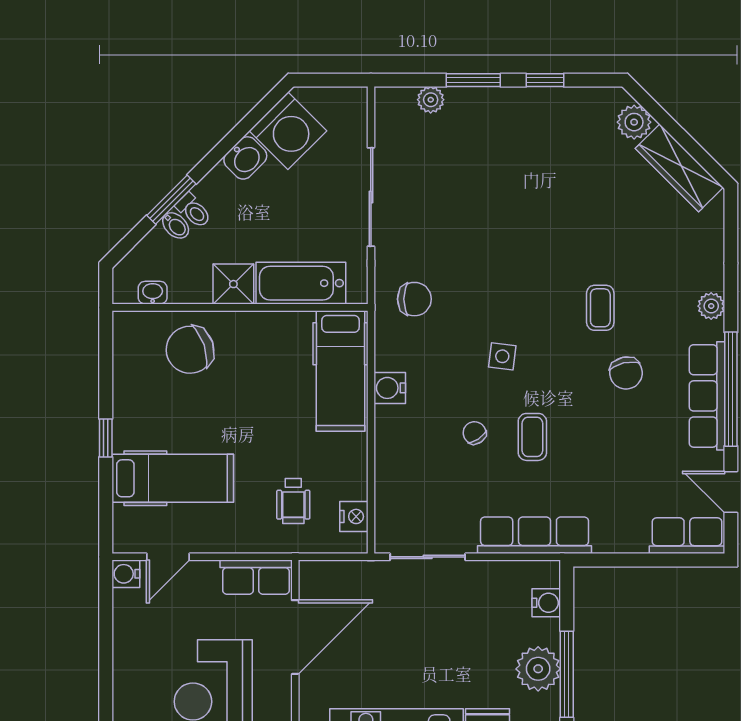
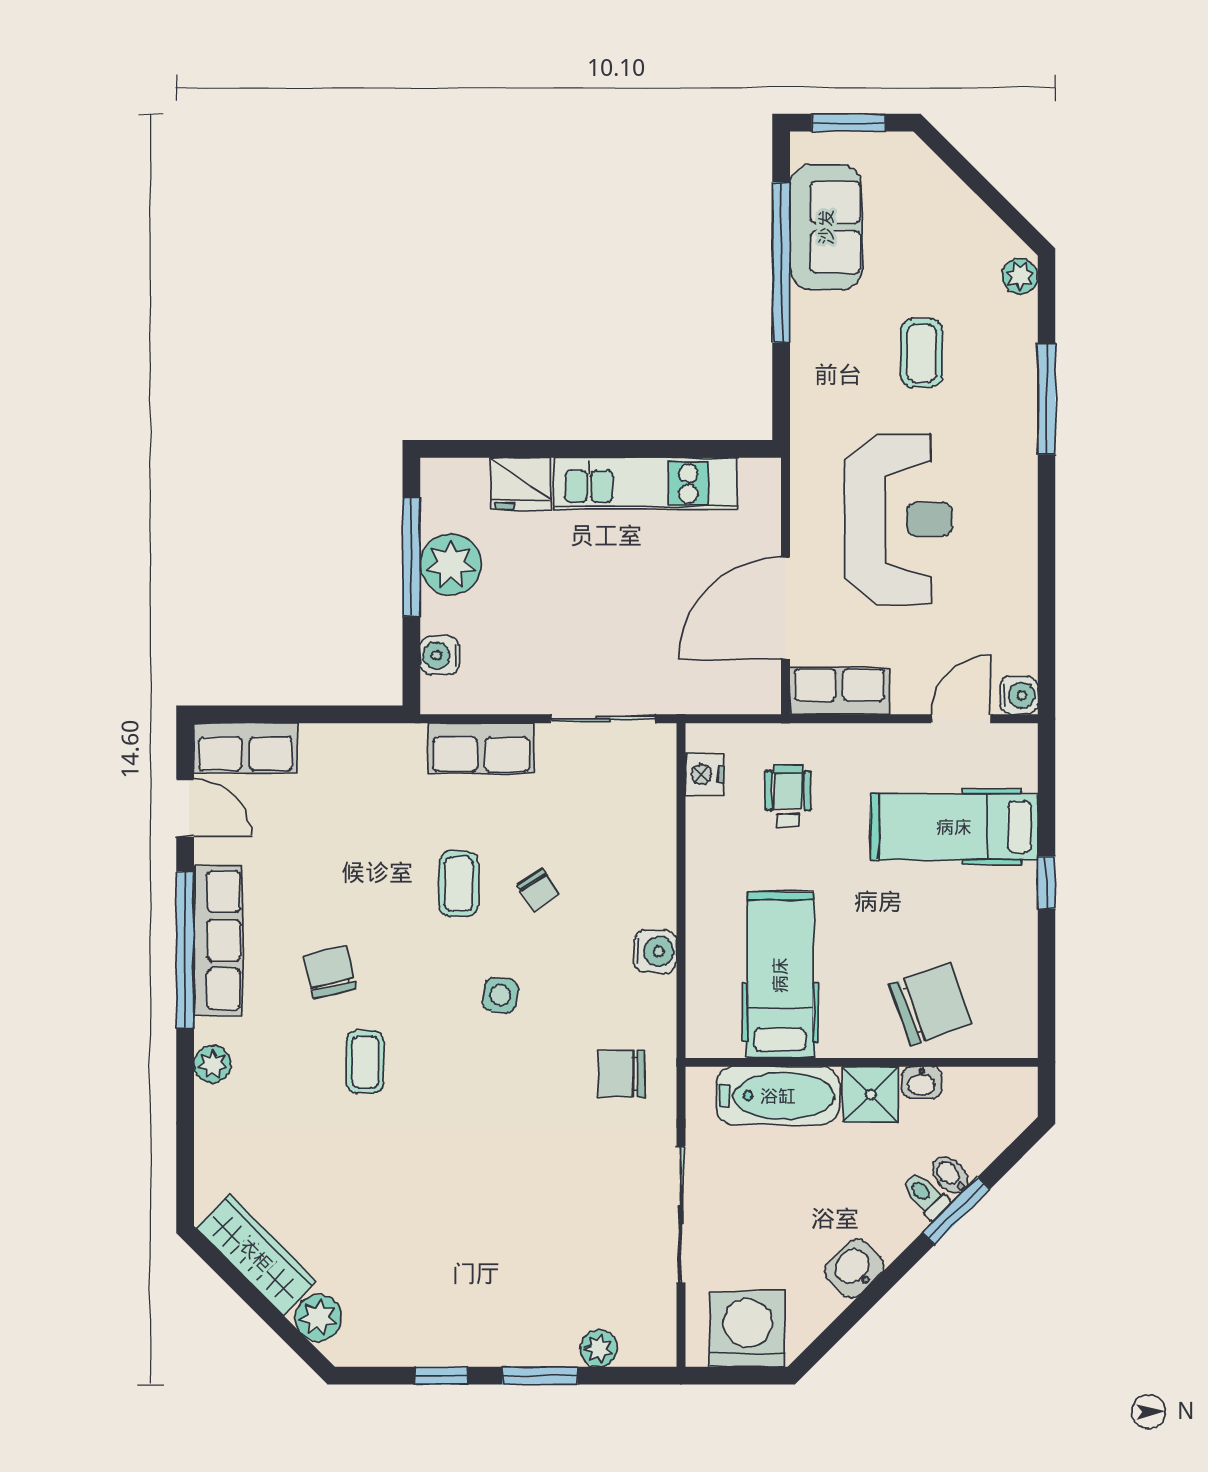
washing machine: (288, 131) -> (747, 1329), moved, turned 45
washbasin: (153, 293) -> (922, 1083), moved
hospital bed: (341, 371) -> (780, 975), moved
row of seats: (535, 535) -> (481, 748), width x0.68

